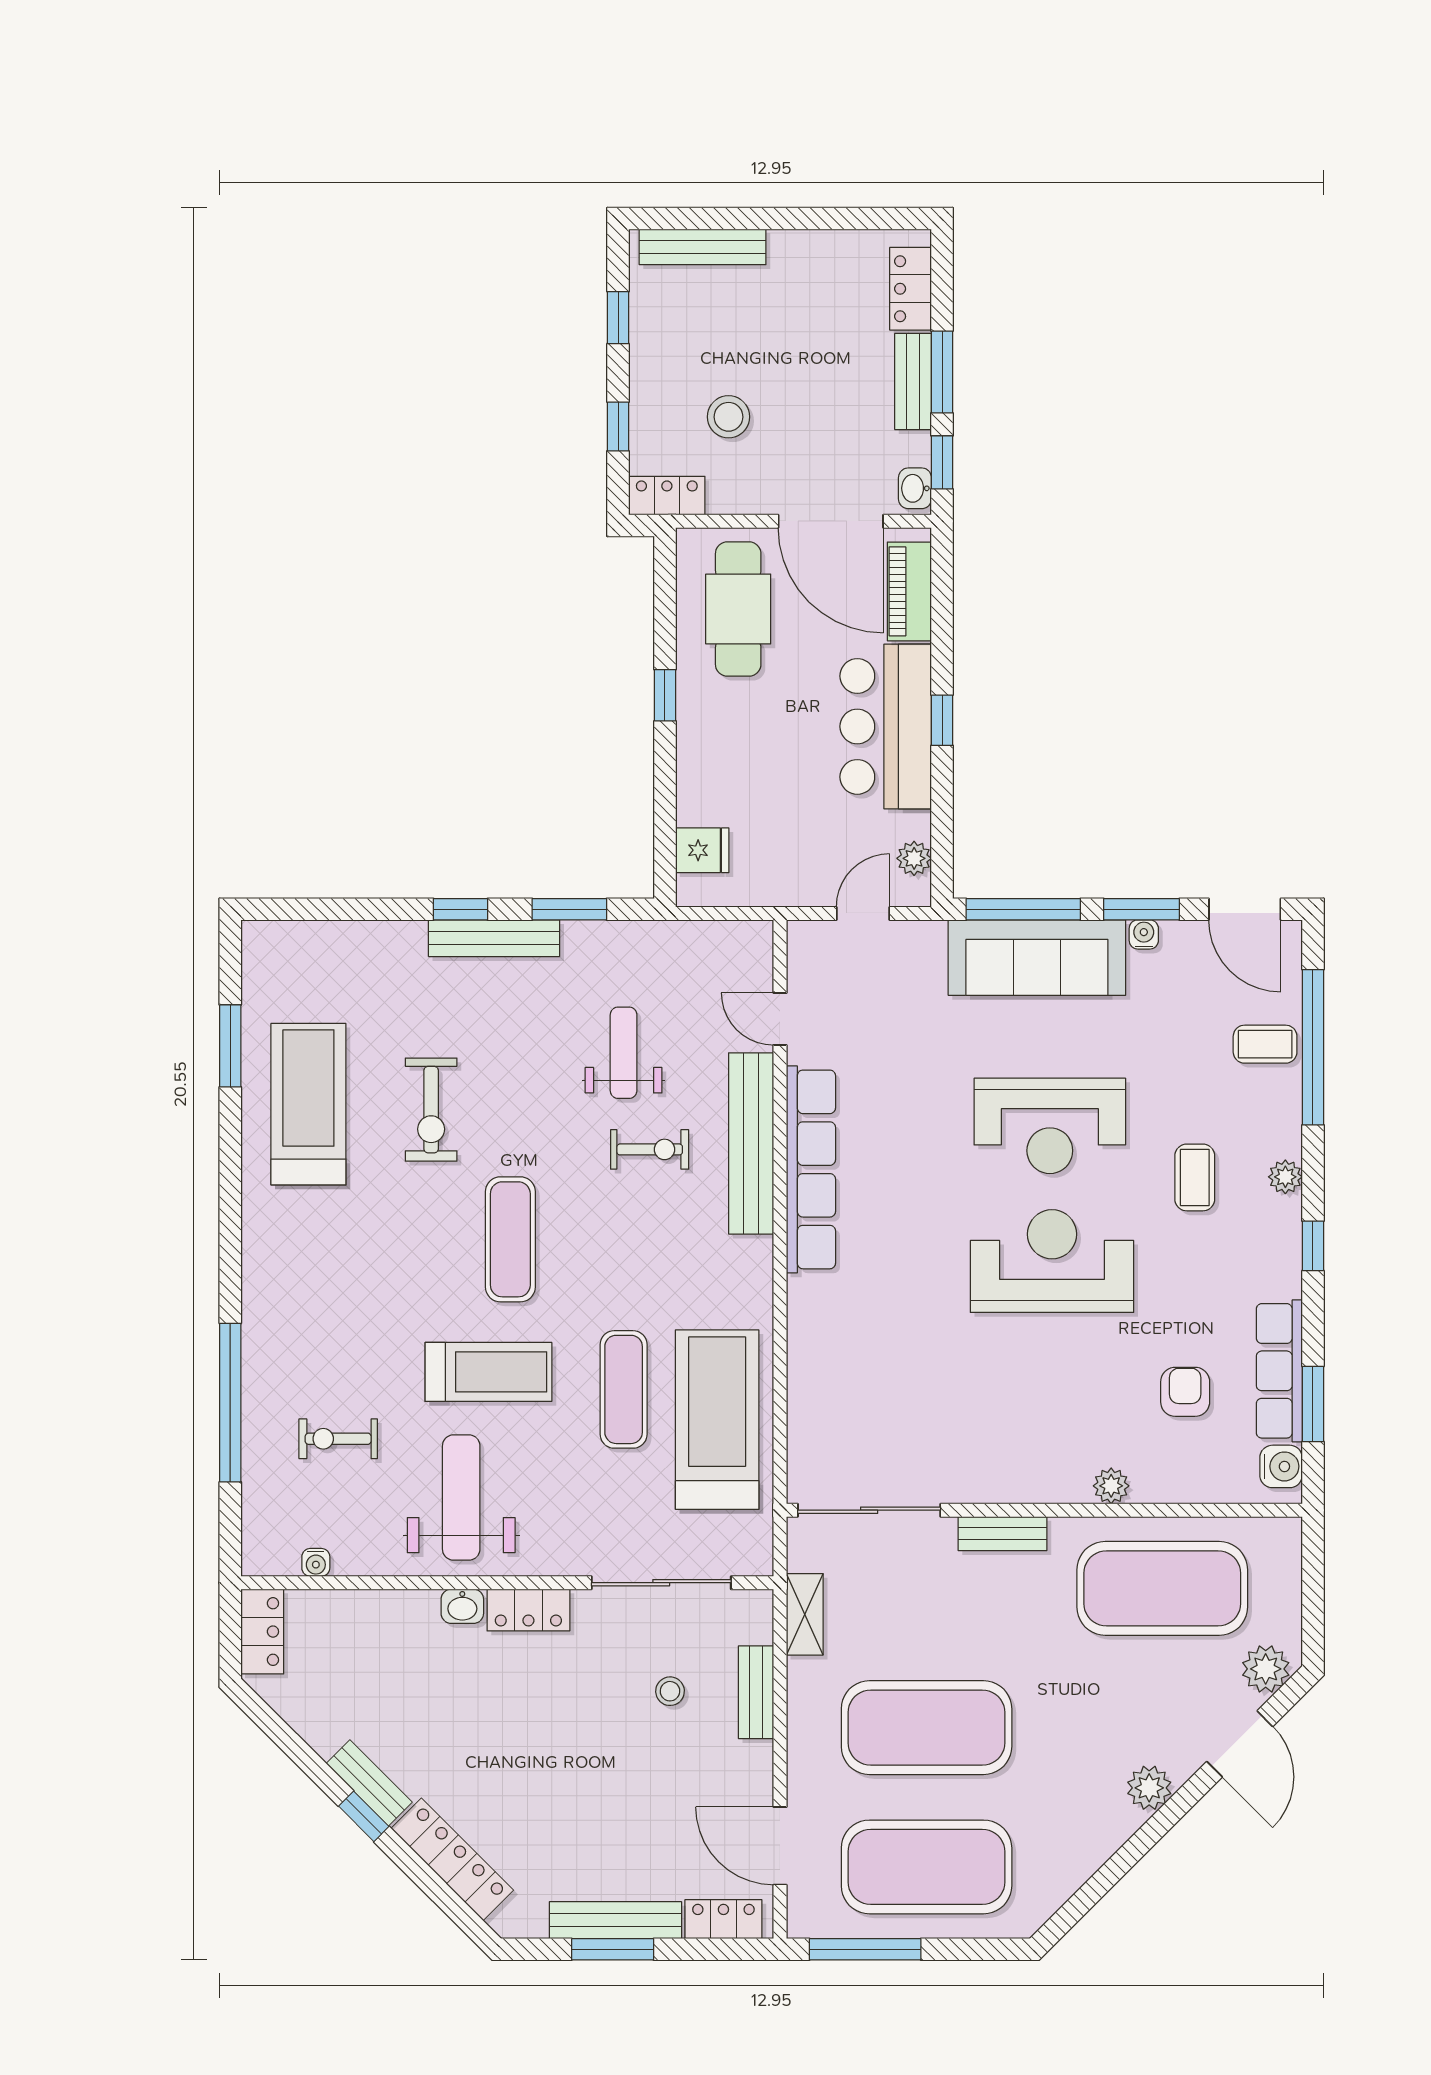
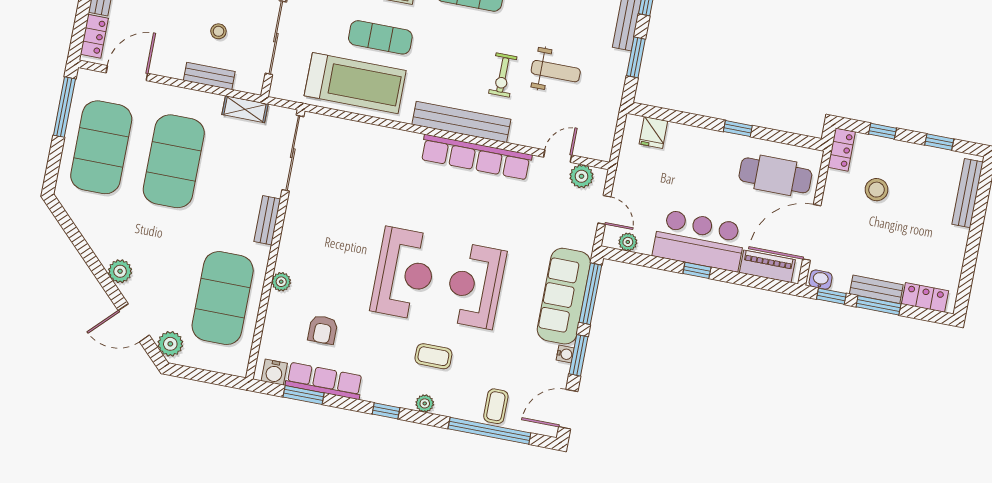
plant: (809, 968) -> (581, 176), added
bench: (751, 1143) -> (461, 122), moved
armchair: (1185, 1392) -> (323, 330), turned 90

